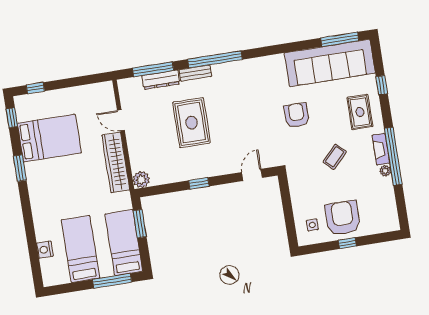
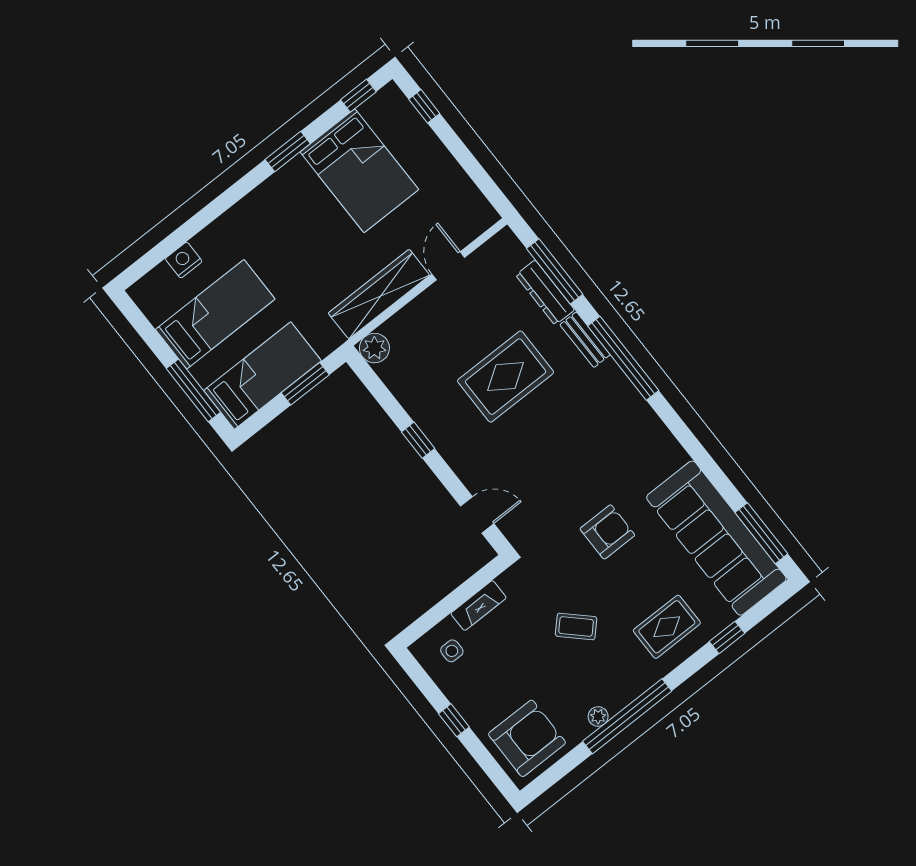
fireplace: (381, 149) -> (479, 606), moved, turned 180
armchair: (343, 218) -> (527, 738), moved

